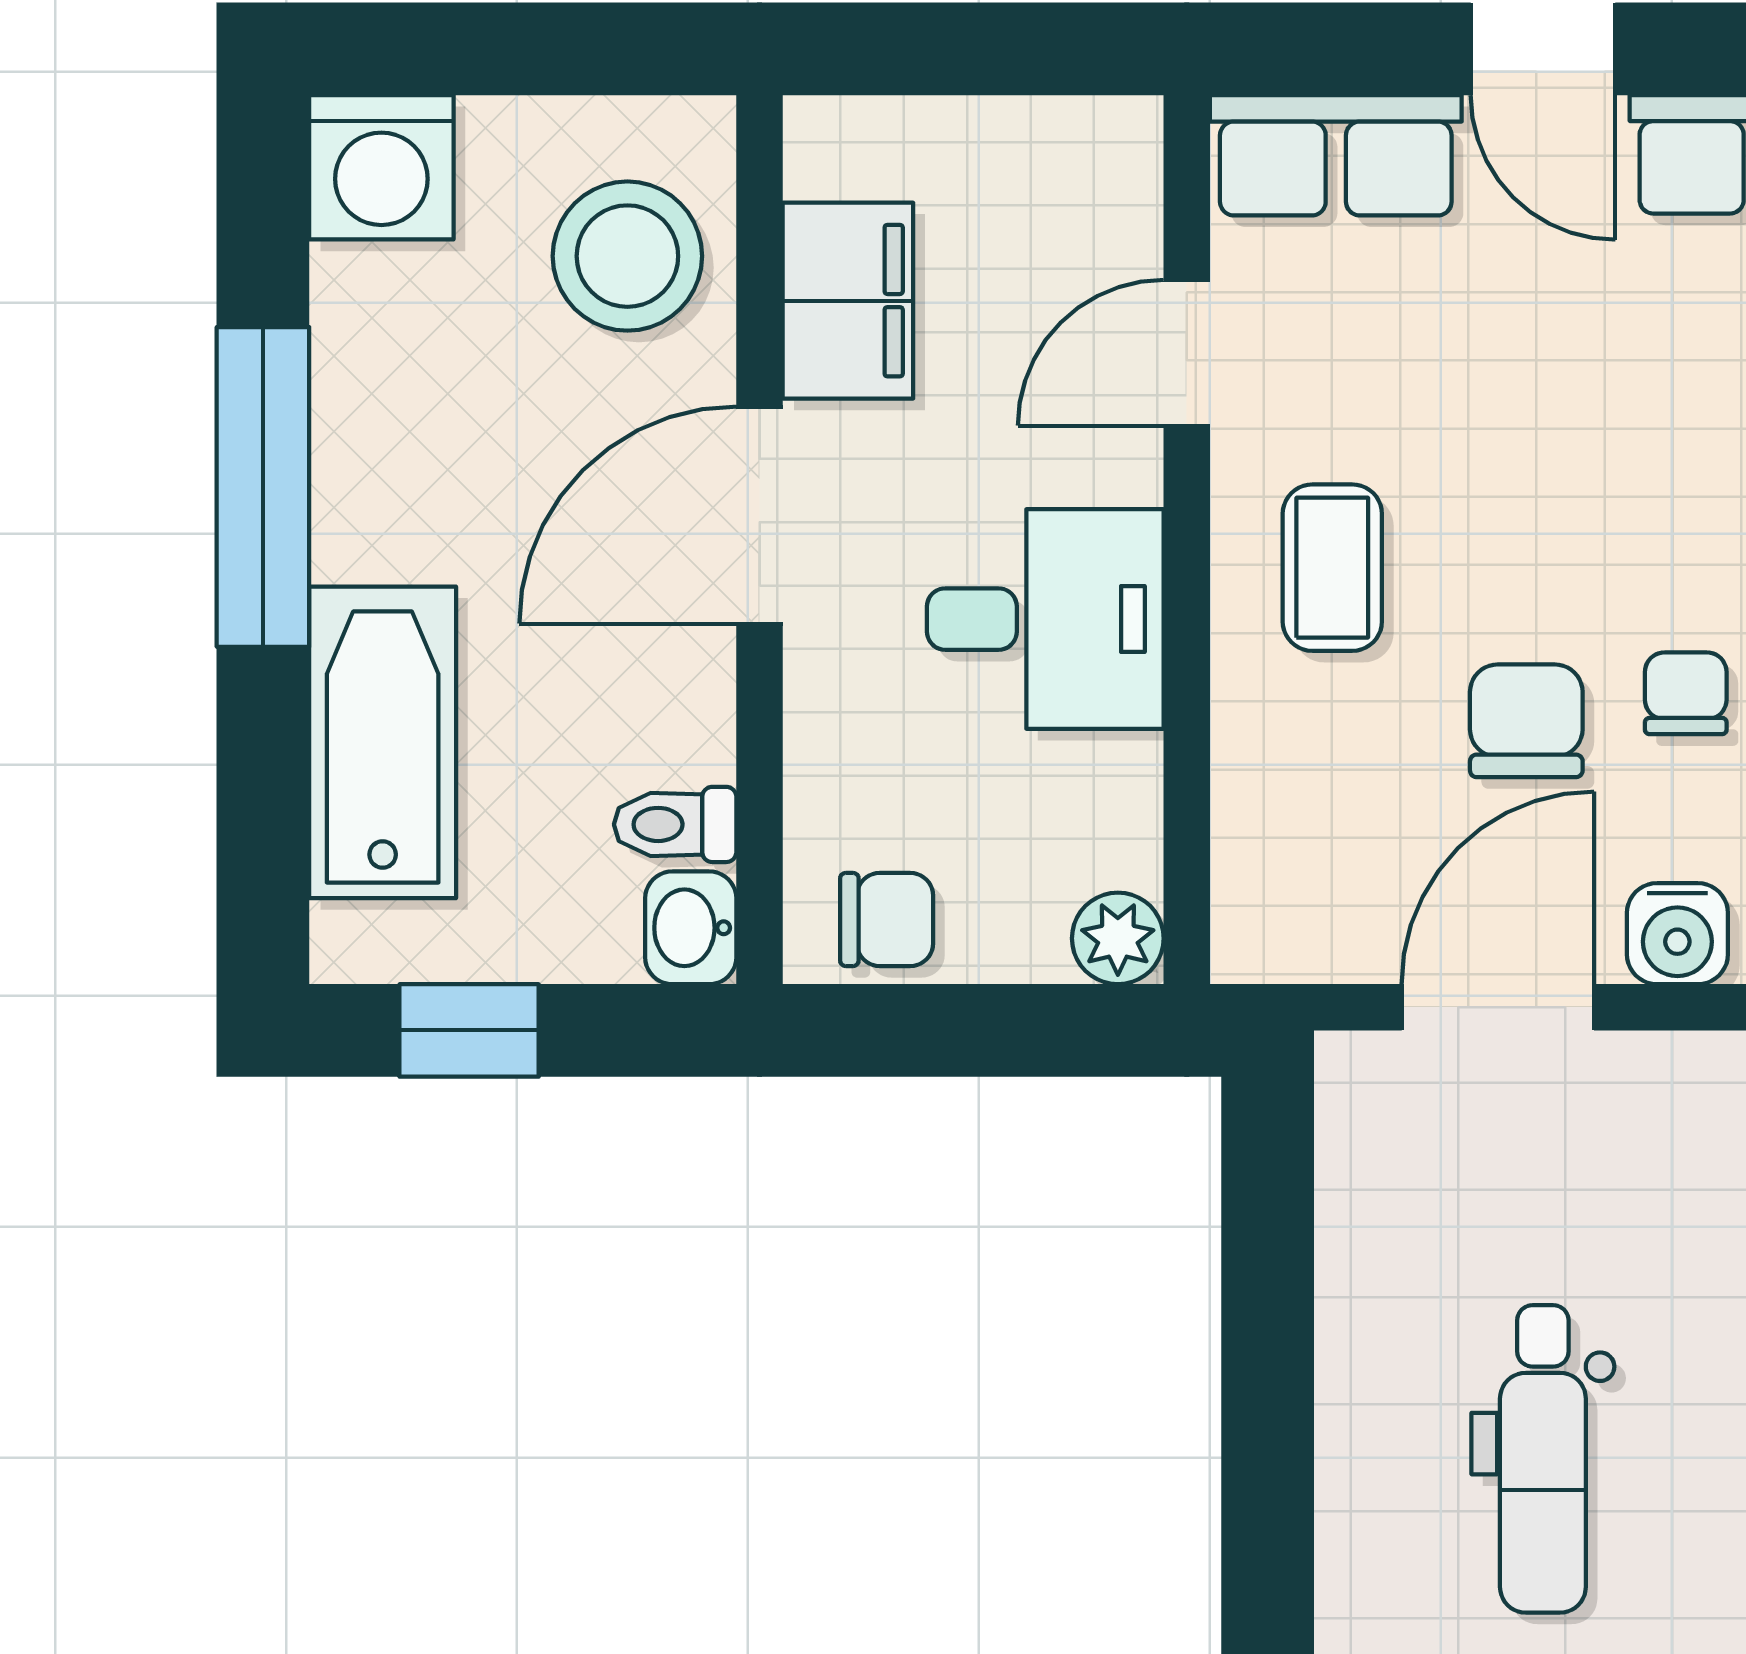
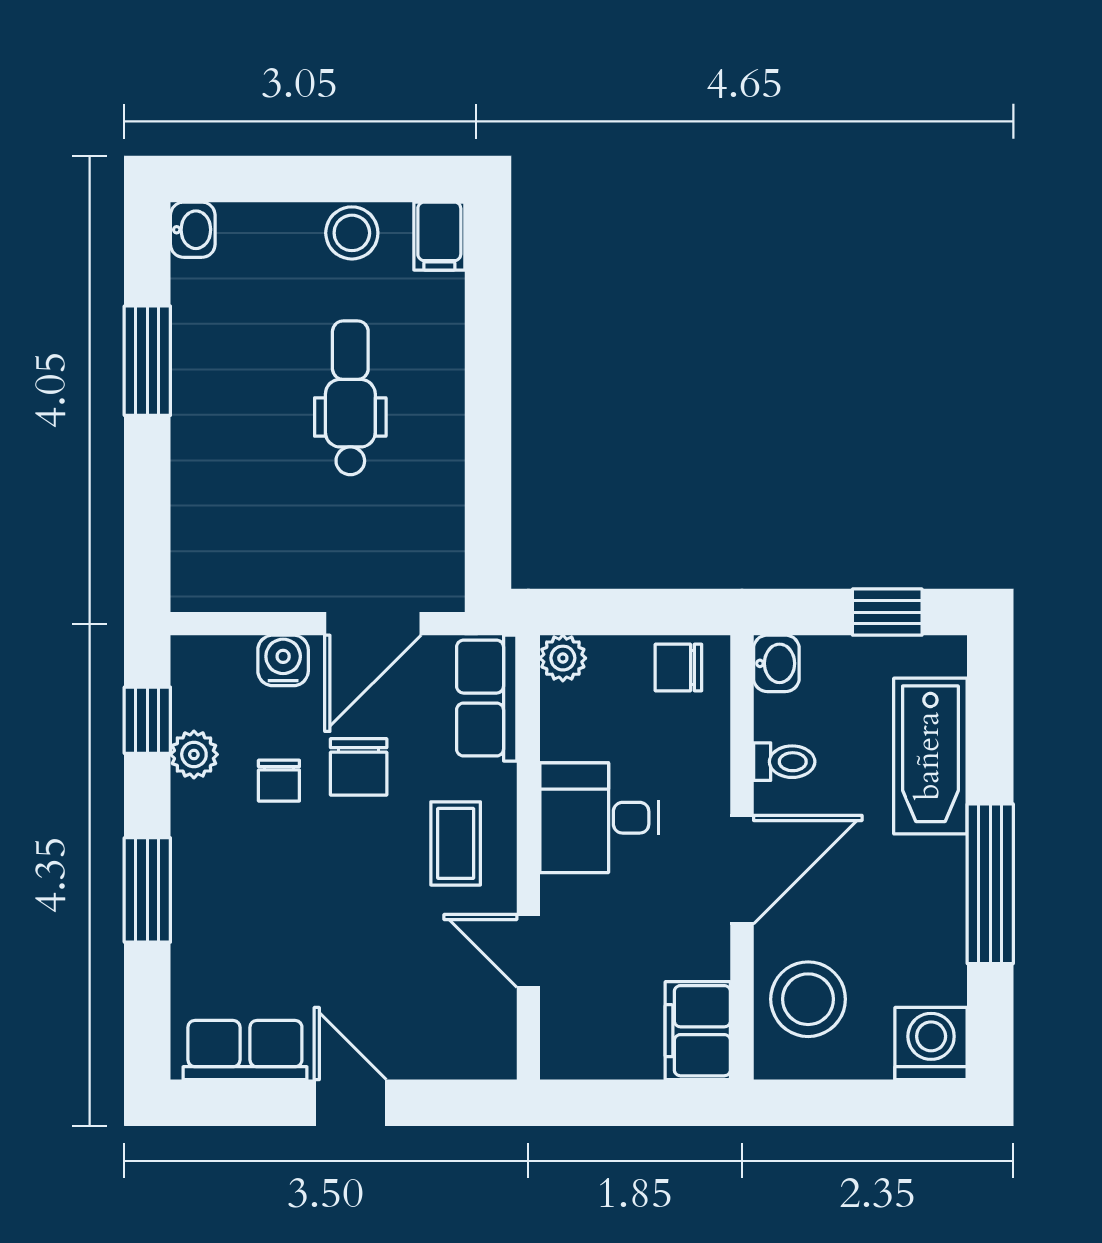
row of seats: (1336, 155) -> (487, 698), moved, turned -90
filing cabinet: (848, 301) -> (698, 1031), moved
door: (1187, 353) -> (528, 951), swing flipped
toilet: (675, 824) -> (784, 762), moved

